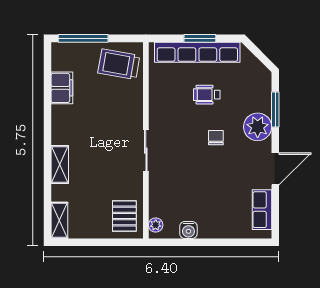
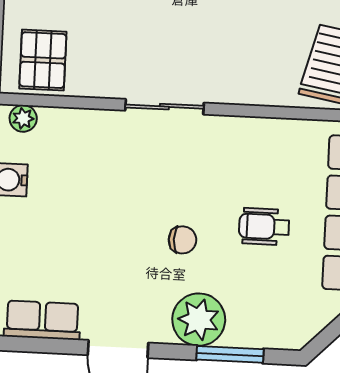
wheelchair: (207, 95) -> (264, 227), turned -90
pallet: (124, 216) -> (43, 60), turned 90

